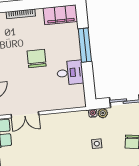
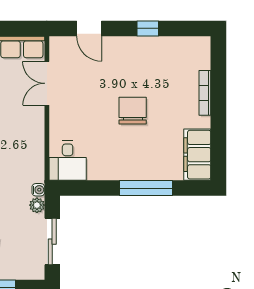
chair: (37, 59) -> (133, 111), turned -90
desk: (70, 73) -> (68, 161), moved

